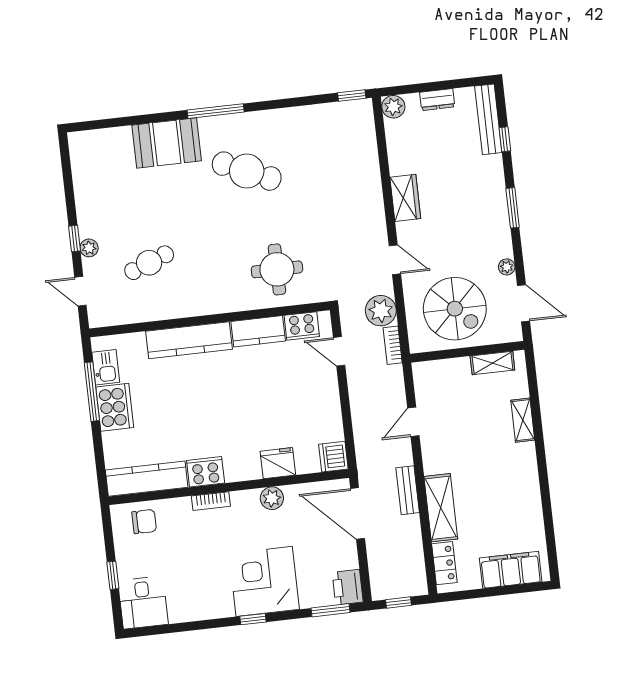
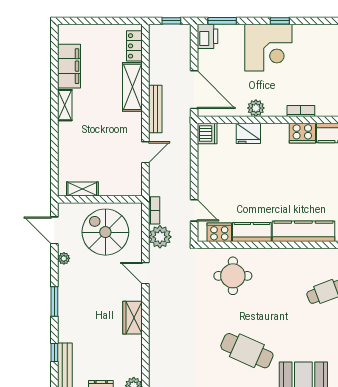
shelving: (523, 420) -> (65, 105), moved
bench: (408, 490) -> (155, 109), width x1.36
filing cabinet: (511, 570) -> (69, 66), moved, turned -90

